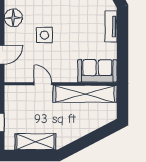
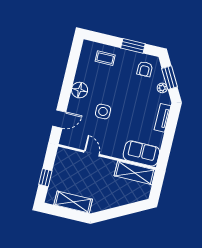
shelving: (85, 94) -> (135, 173), width x0.68

